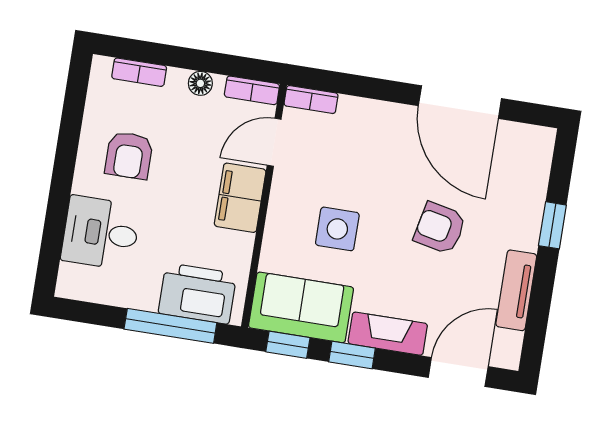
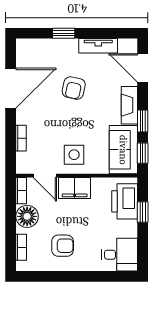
floor lamp: (200, 83) -> (27, 216), width x1.89, depth x1.89
bookcase: (311, 100) -> (21, 138), moved
side table: (337, 229) -> (74, 155), moved
desk: (101, 233) -> (120, 255), moved, turned -90
window: (170, 326) -> (143, 212), width x0.46

